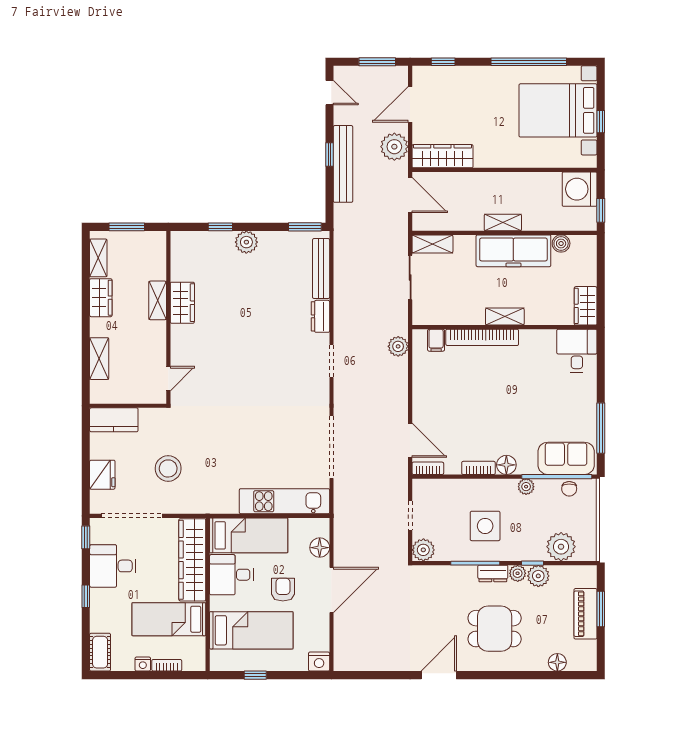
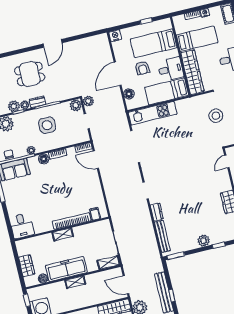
wardrobe: (586, 306) -> (27, 266), moved
plant: (398, 346) -> (88, 101), moved

